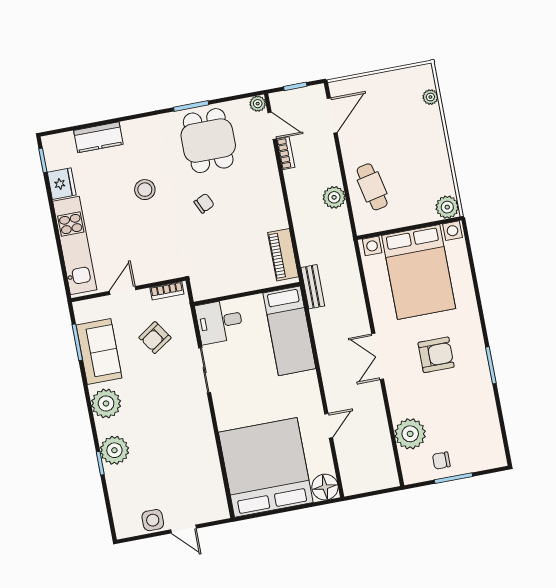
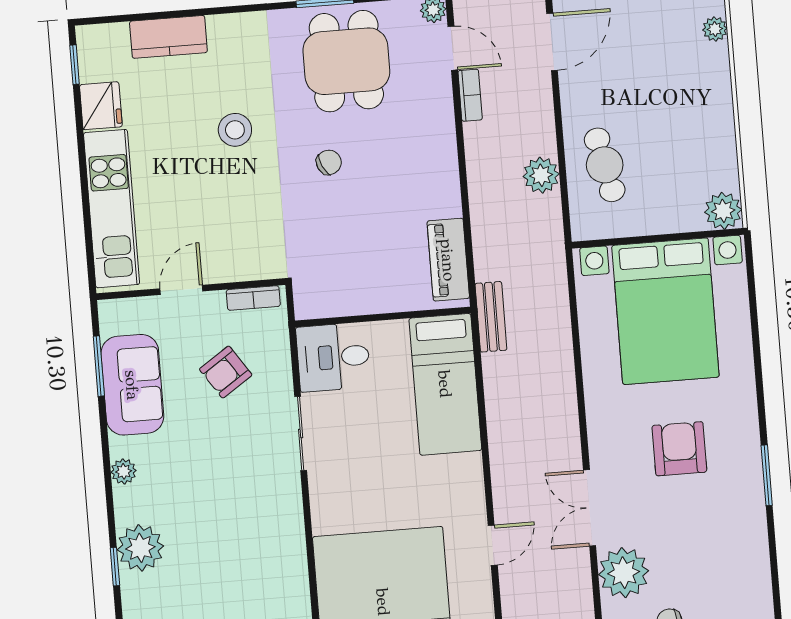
armchair: (436, 355) -> (679, 449), turned -90
double door: (378, 356) -> (590, 508), moved
plant: (106, 403) -> (124, 471), width x0.53, depth x0.53

